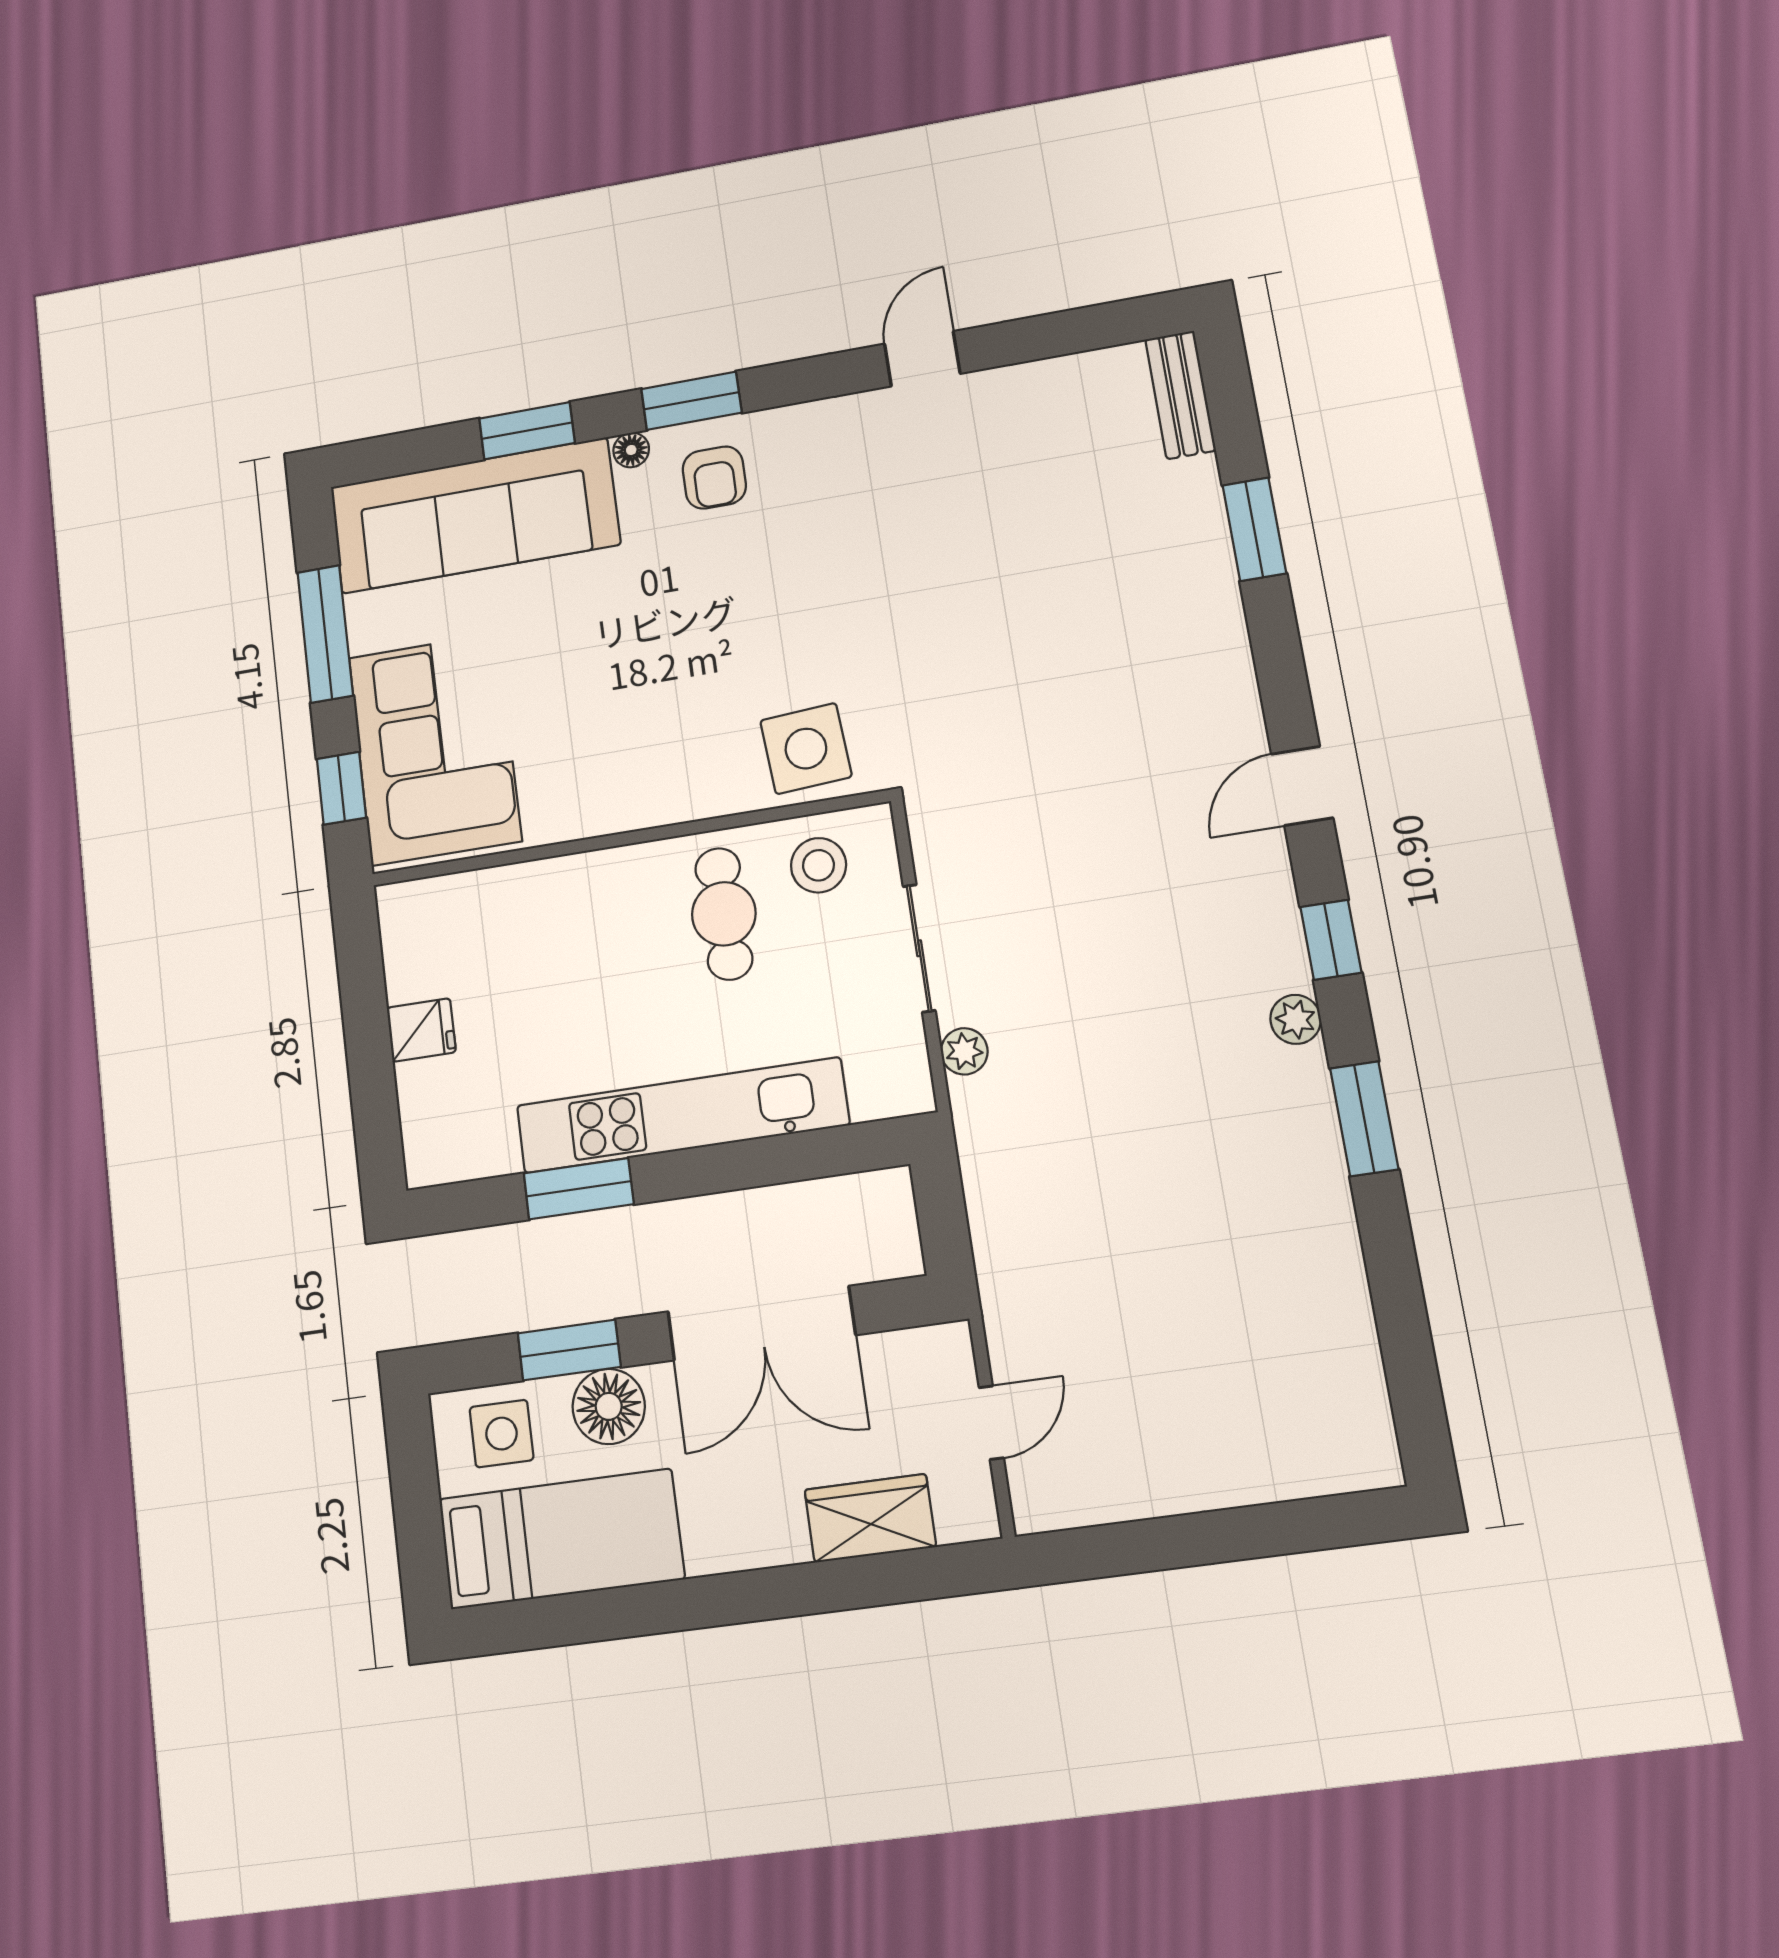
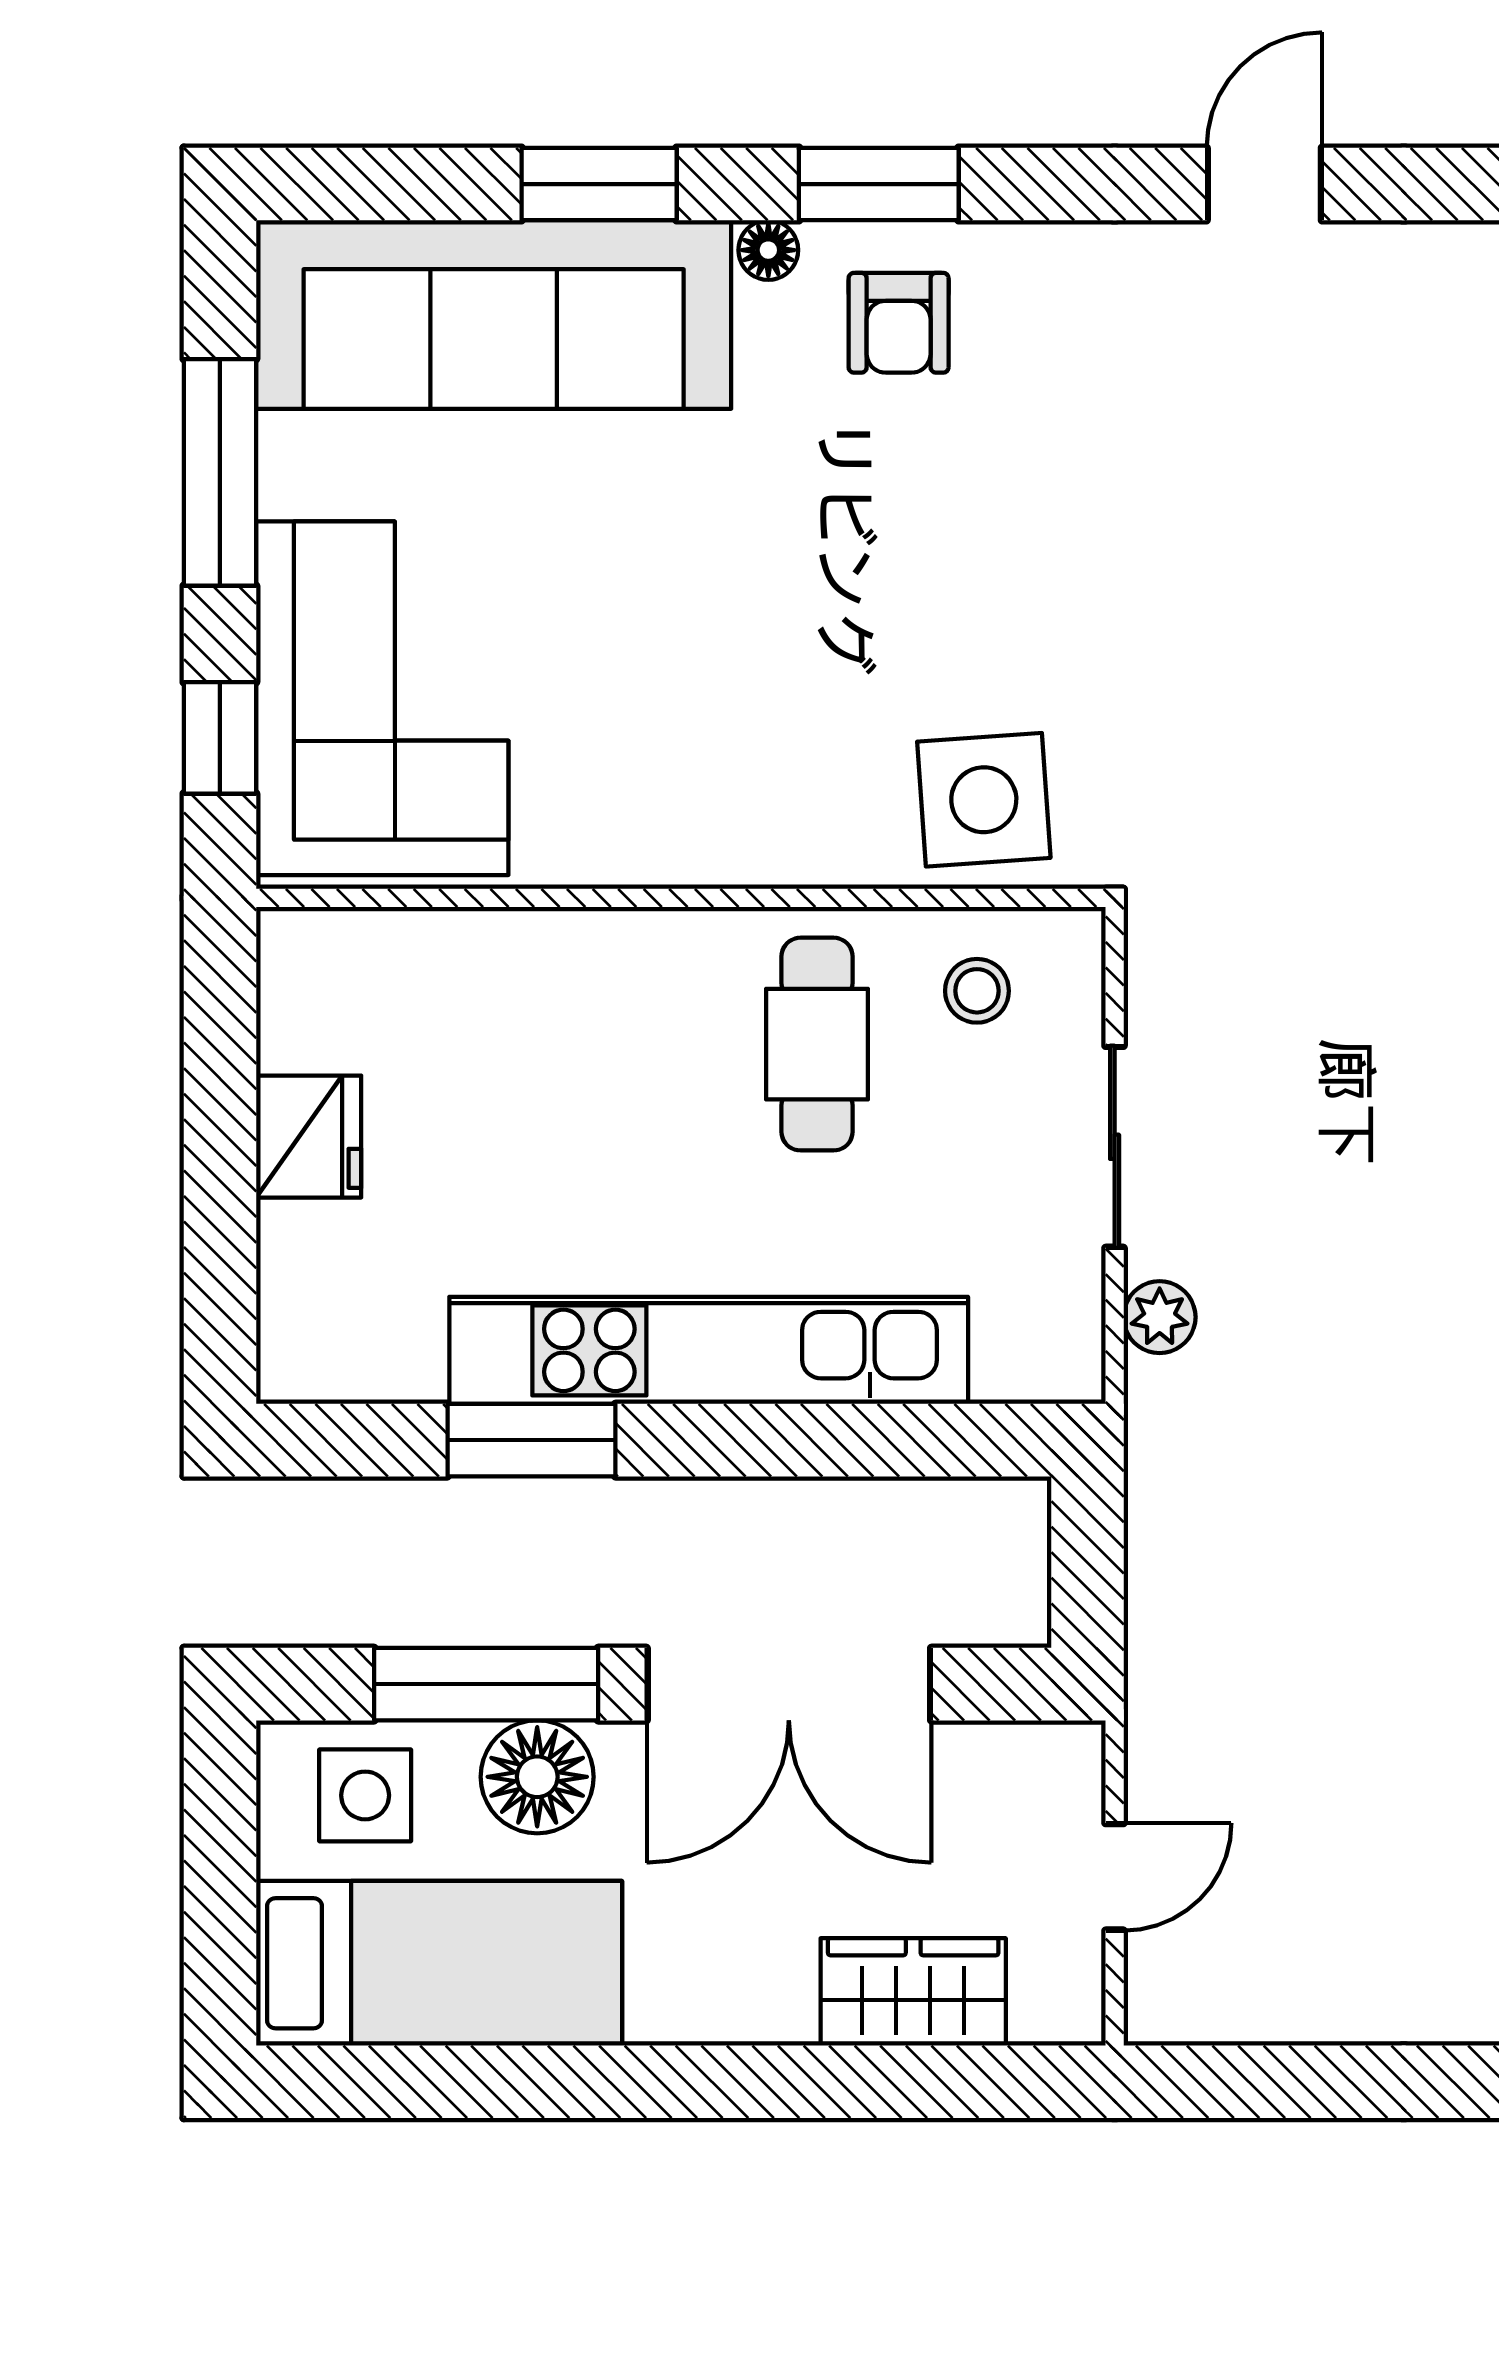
stool: (818, 865) -> (977, 991), width x0.73, depth x0.73
fridge: (421, 1030) -> (309, 1137), width x1.38
window: (569, 1350) -> (486, 1684), width x1.44

